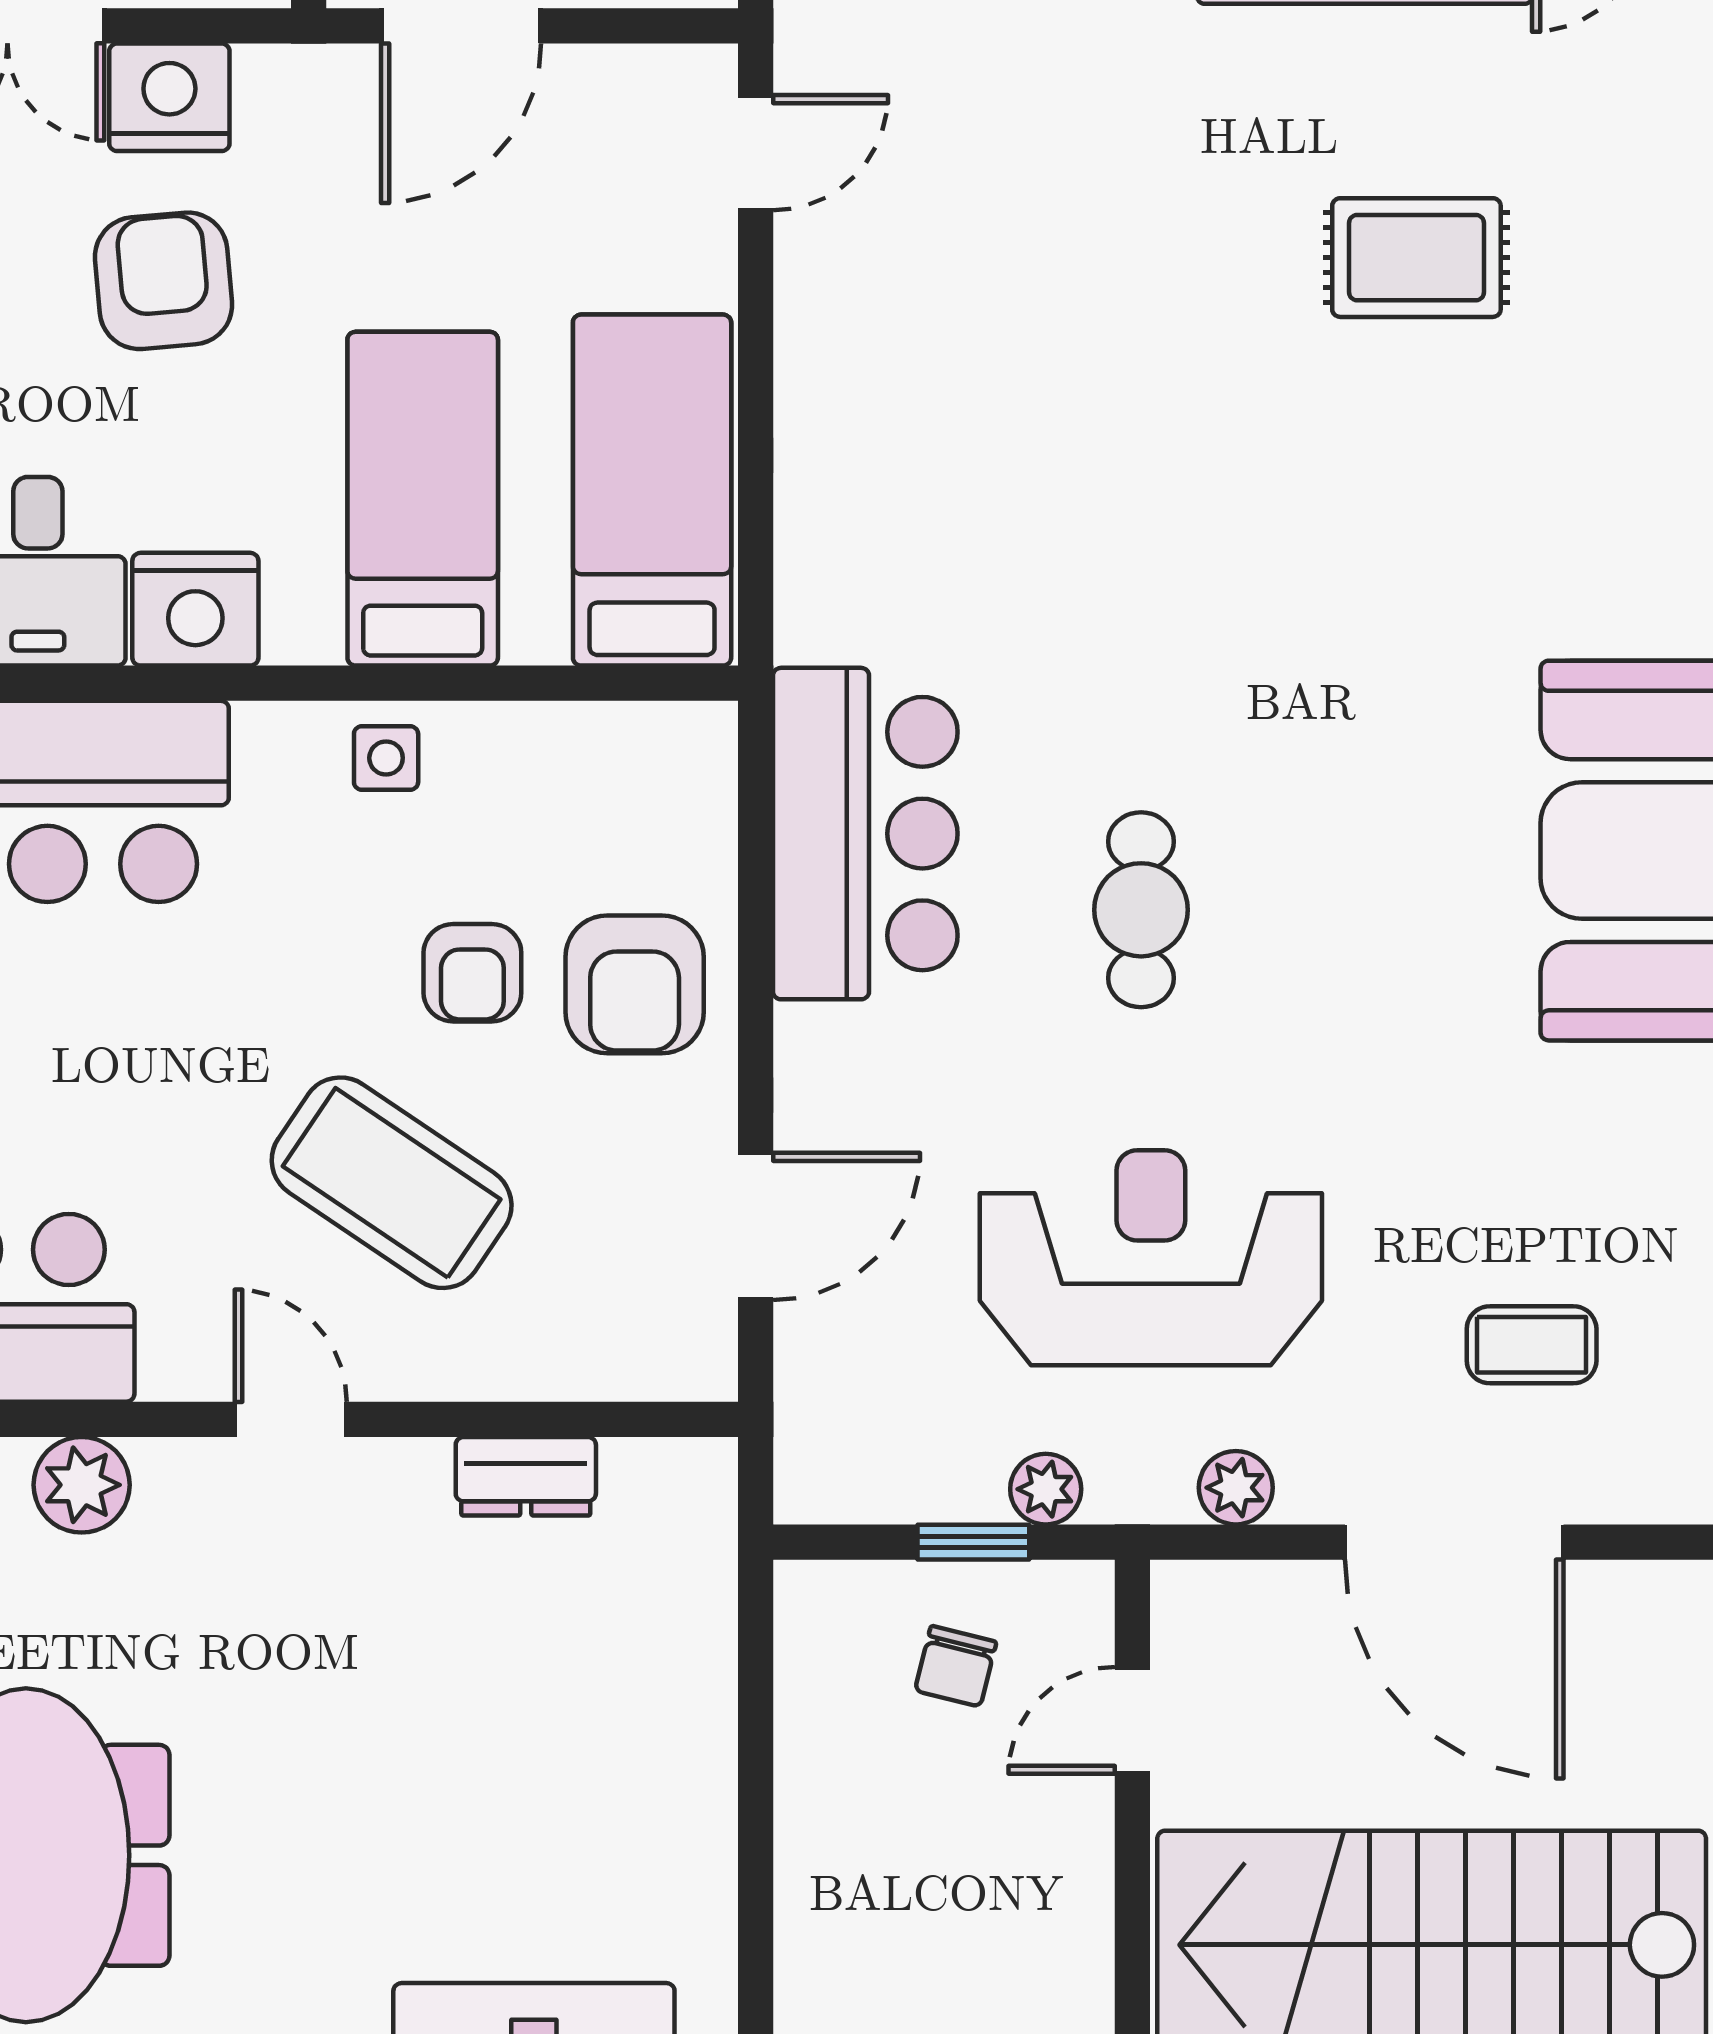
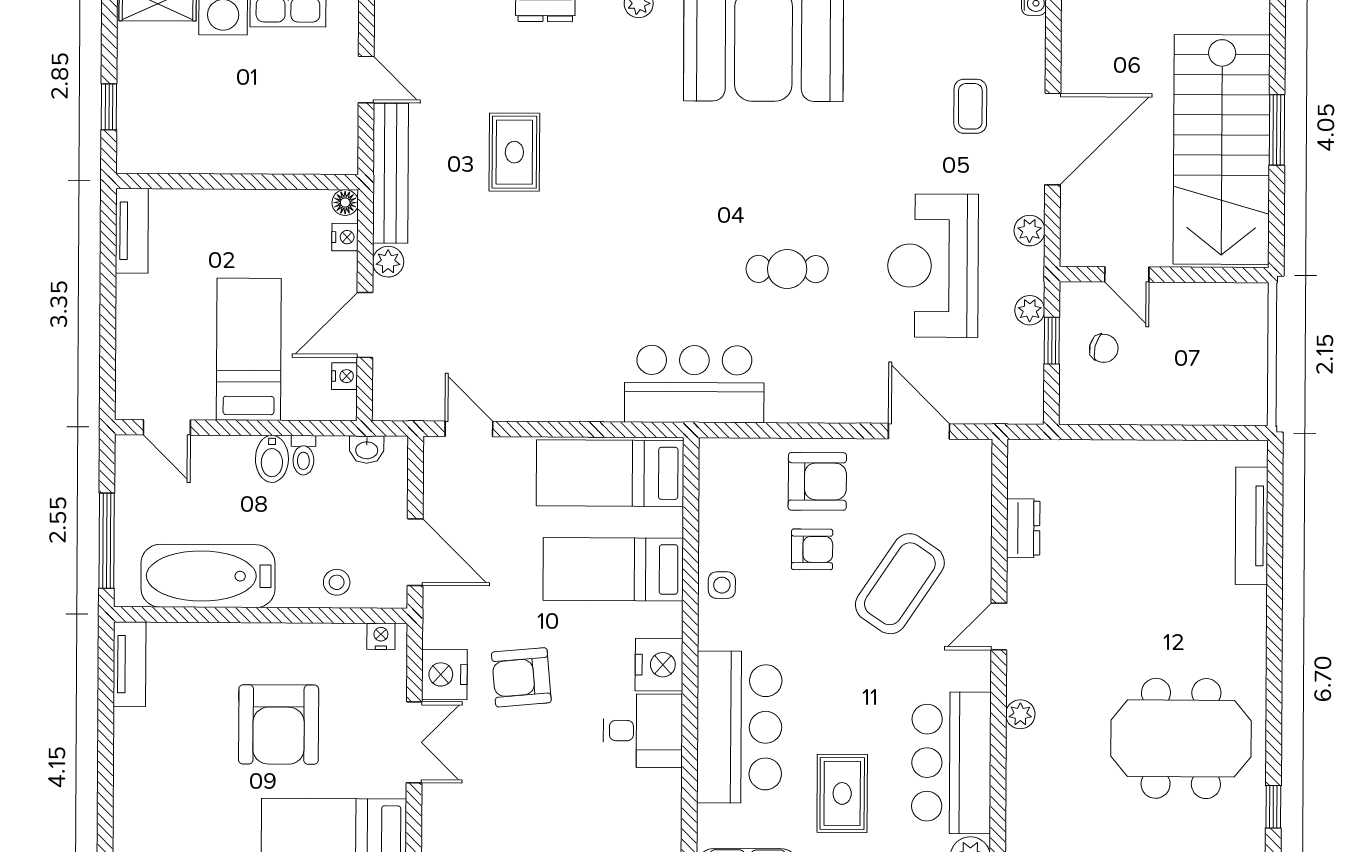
bar counter: (865, 834) -> (694, 384), moved
plant: (82, 1485) -> (1020, 714), width x0.73, depth x0.73

